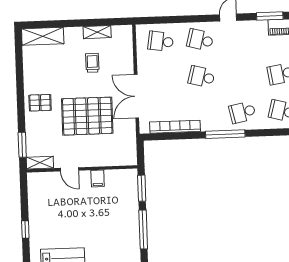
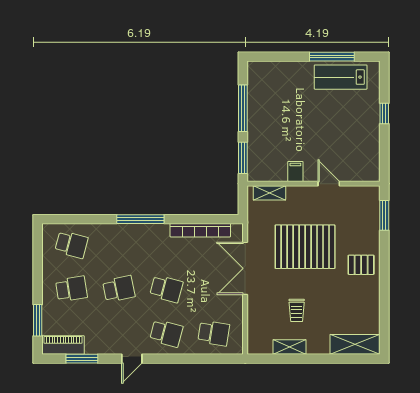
double door: (136, 96) -> (245, 268), swing flipped
school desk: (242, 112) -> (119, 289), moved
shelving: (40, 163) -> (269, 193), moved

